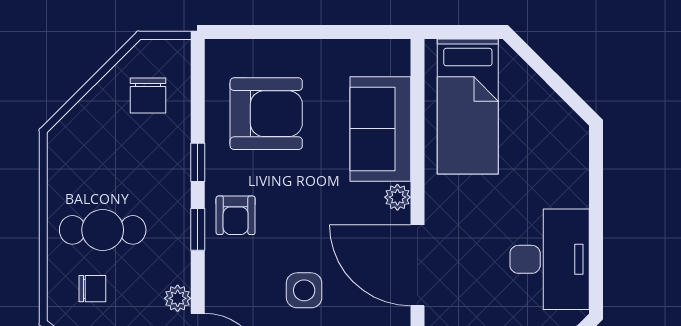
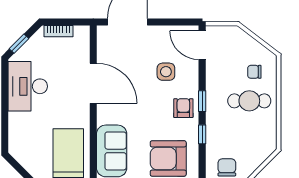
plant: (397, 197) -> (103, 117), removed
side table: (304, 290) -> (166, 72), moved
plant: (178, 298) -> (212, 67), removed

